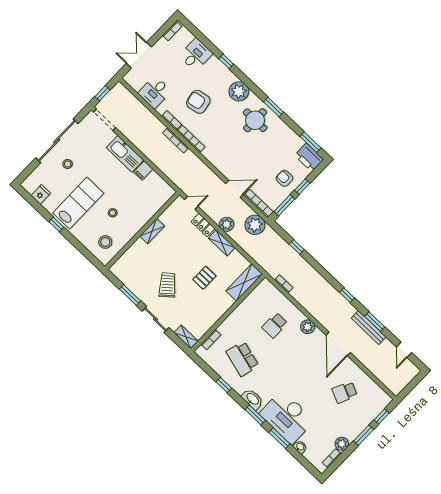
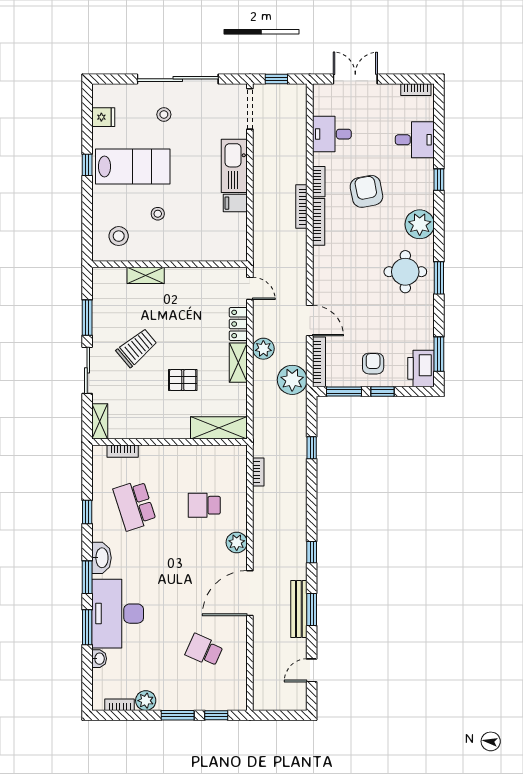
shelving: (152, 231) -> (146, 275), moved
school desk: (242, 359) -> (135, 505), turned -33

